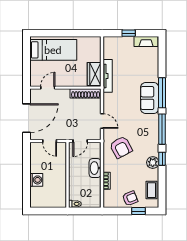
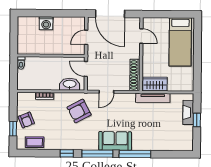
fireplace: (146, 42) -> (188, 112), moved
sofa: (150, 98) -> (115, 141), moved
plant: (153, 163) -> (63, 144), removed
washbasin: (95, 168) -> (70, 84), moved

